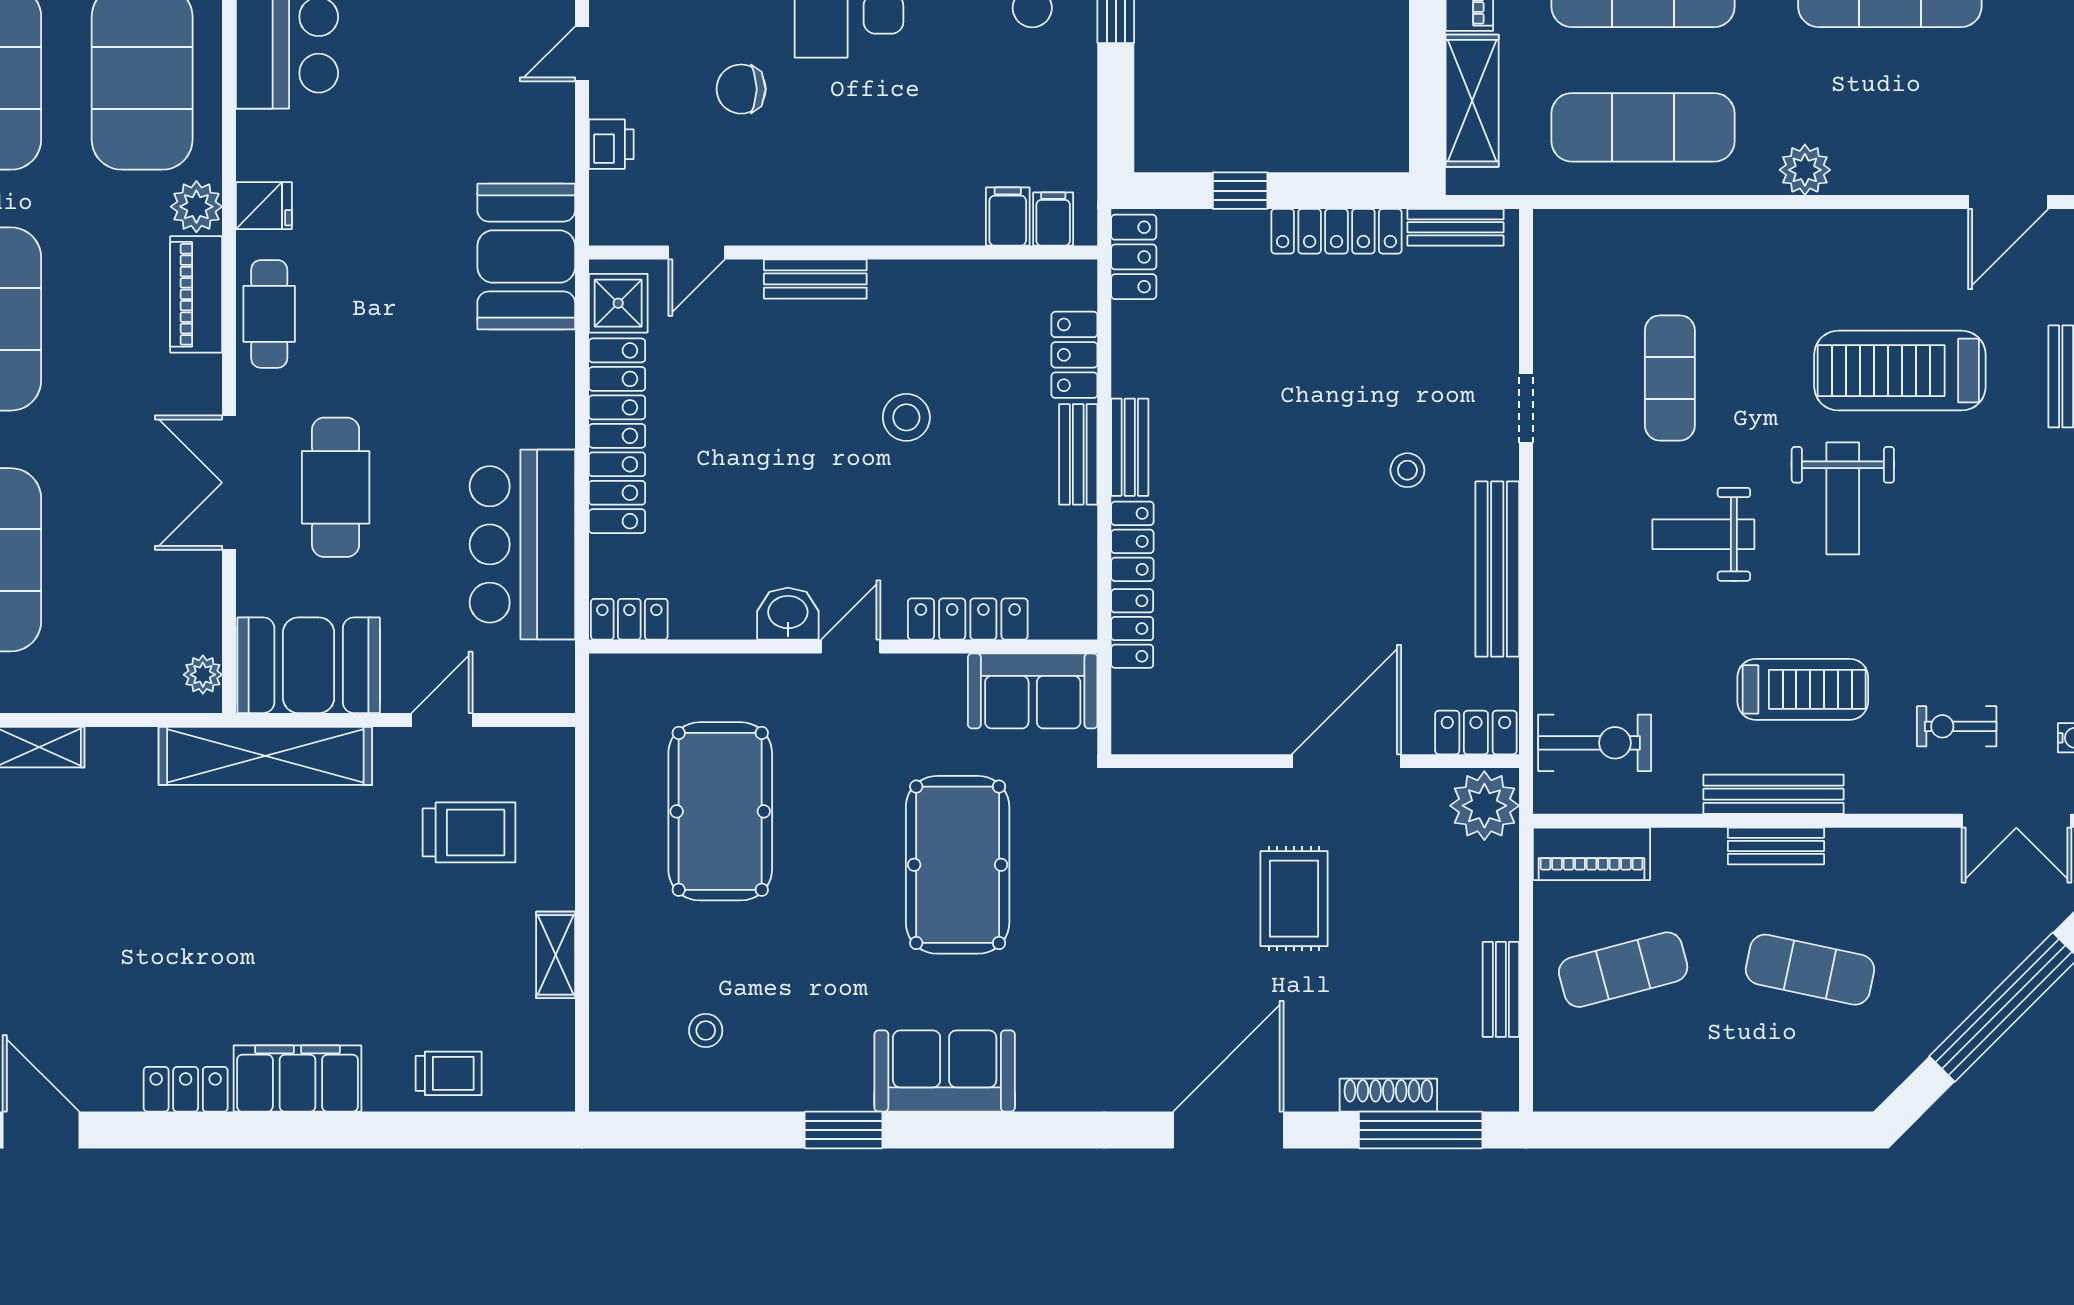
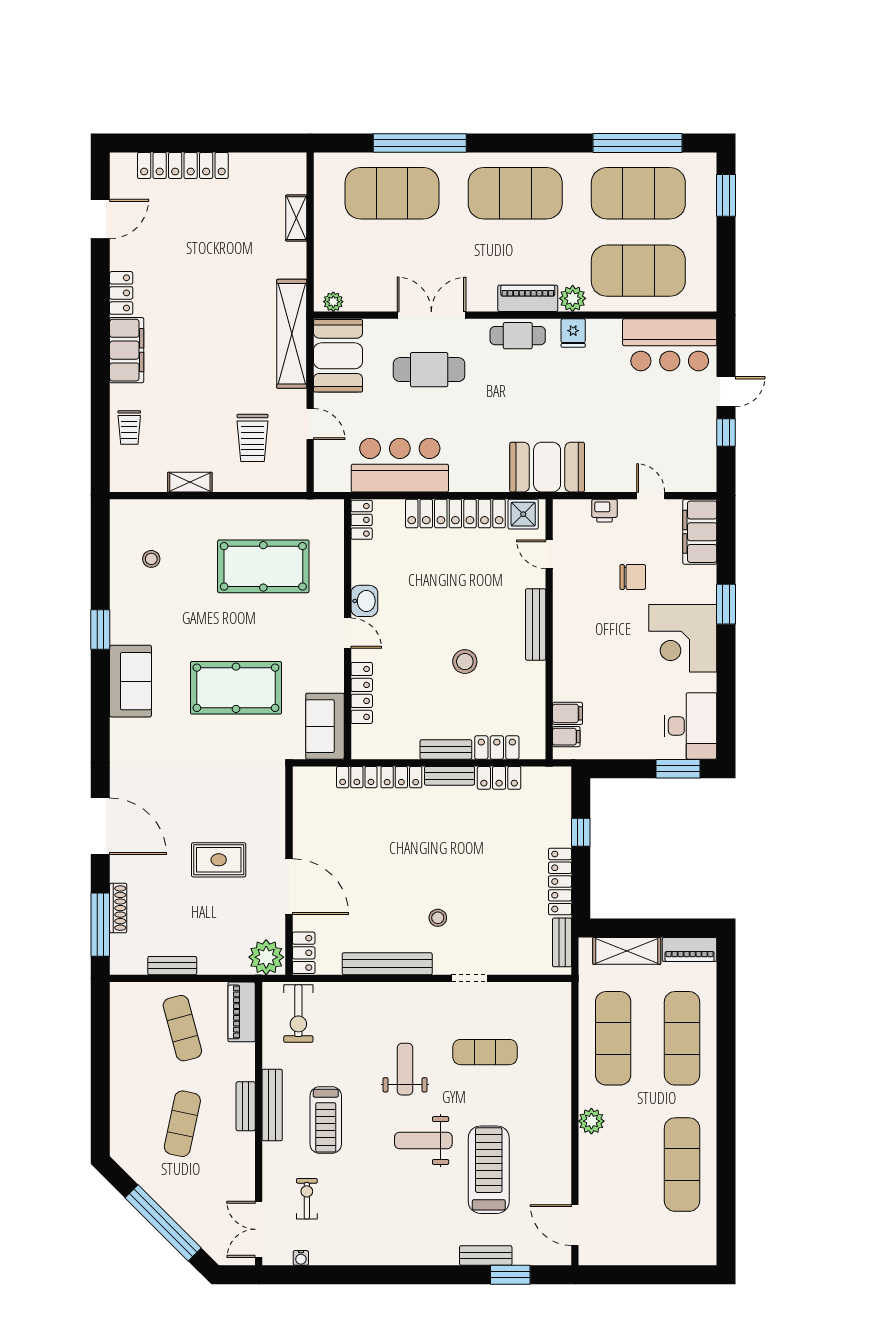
chair: (741, 89) -> (633, 577), turned 90
locker: (1134, 257) -> (499, 778), moved
bench: (815, 279) -> (536, 625), width x1.36

